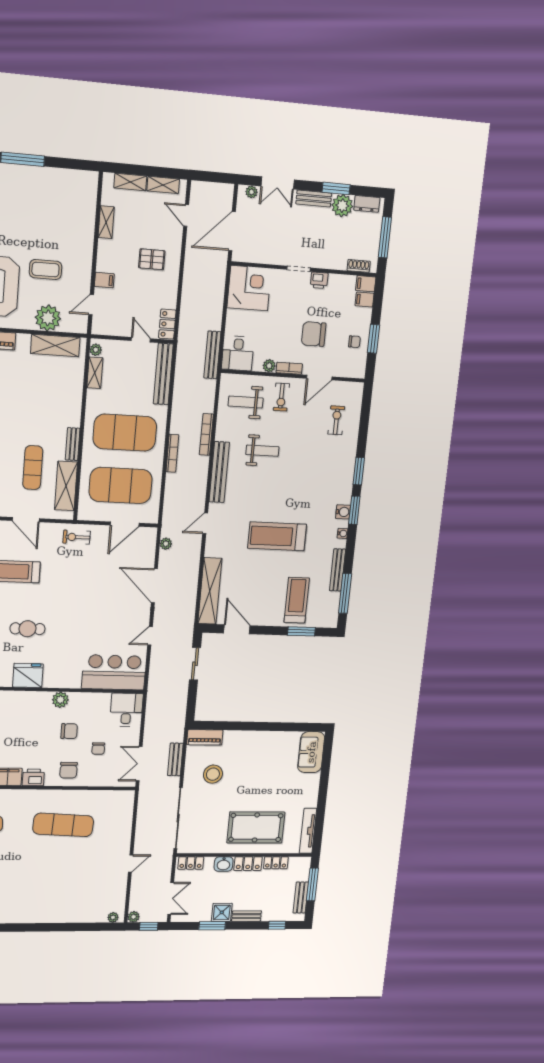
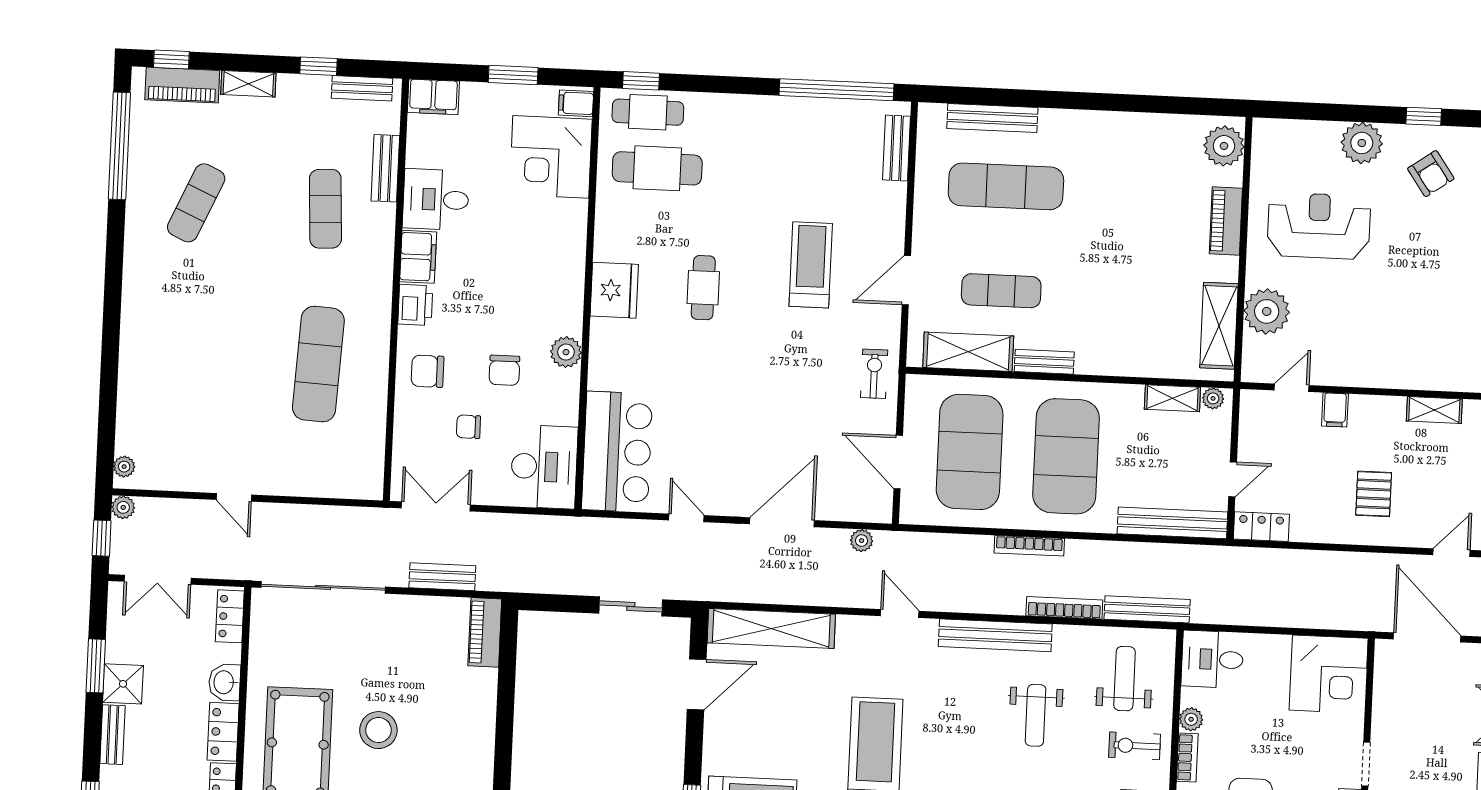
coffee table: (45, 269) -> (1350, 305), removed
door: (91, 305) -> (1292, 388), hinge flipped
bench: (212, 355) -> (1147, 609), moved
desk: (126, 710) -> (544, 467), width x1.37
stool: (213, 774) -> (378, 730), moved

